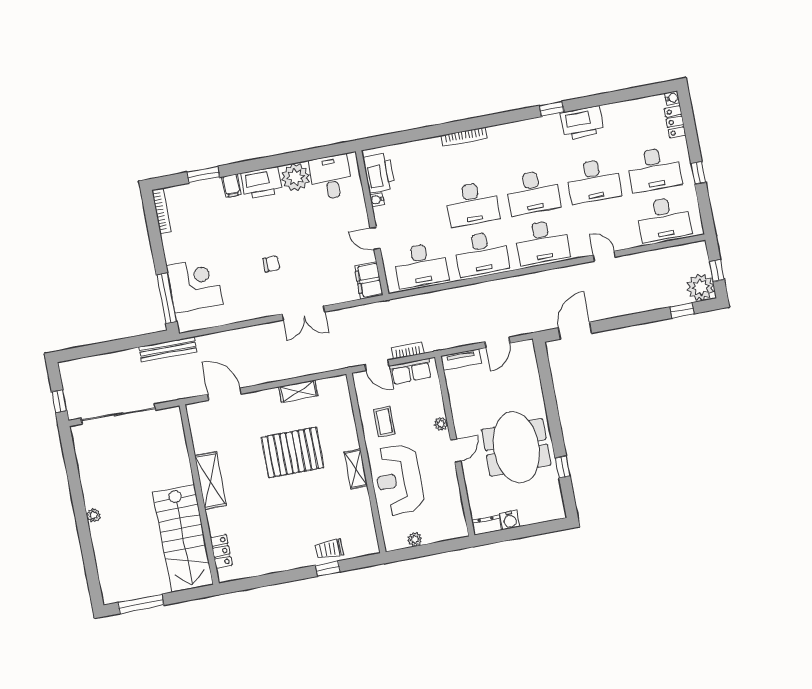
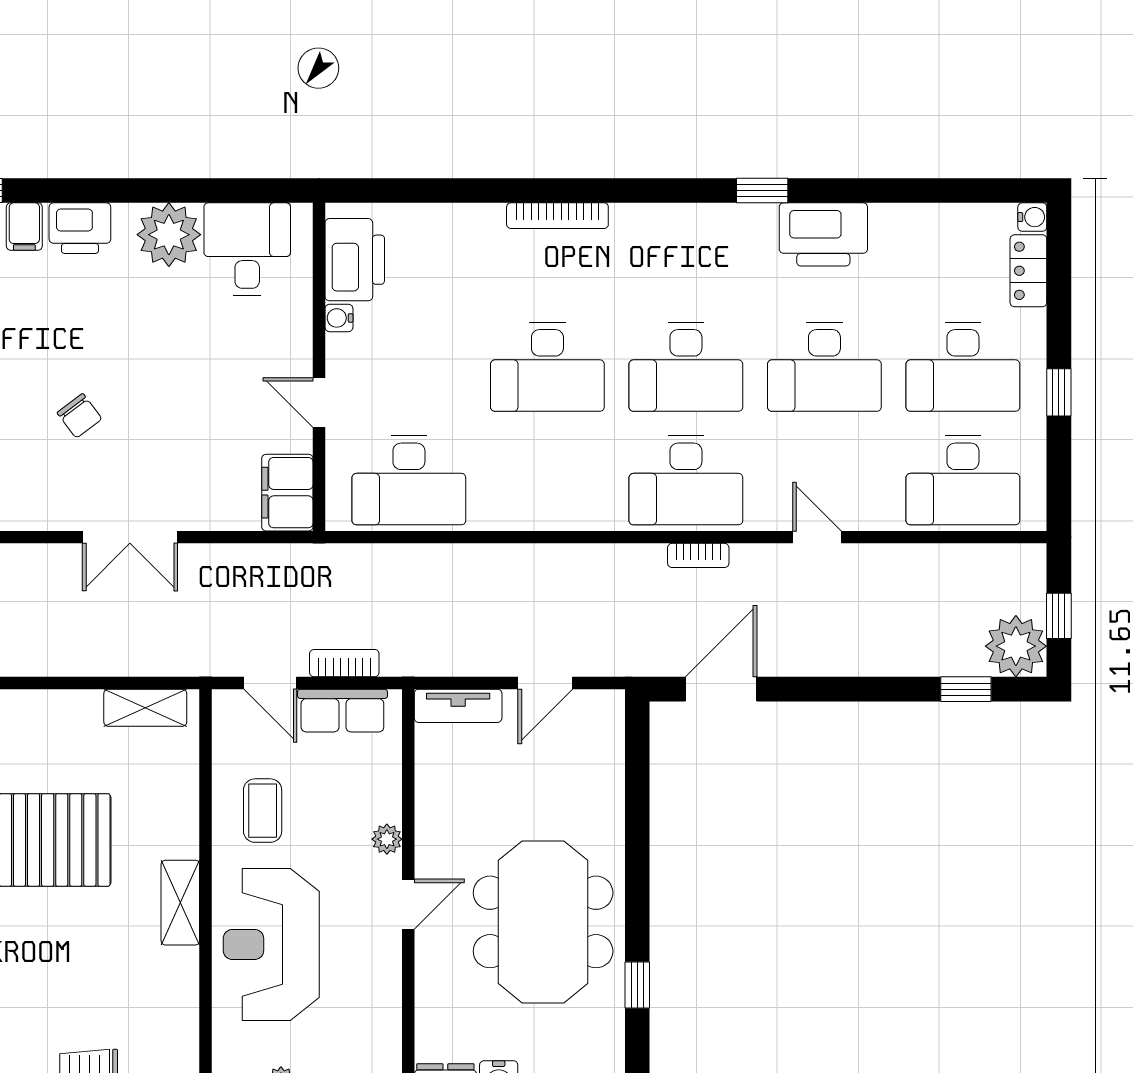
printer: (261, 183) -> (80, 228), width x0.73, depth x0.84
desk: (482, 254) -> (547, 480), removed
chair: (271, 264) -> (80, 416), turned 53
bookcase: (554, 274) -> (698, 555), added
shelving: (298, 391) -> (145, 708), moved

